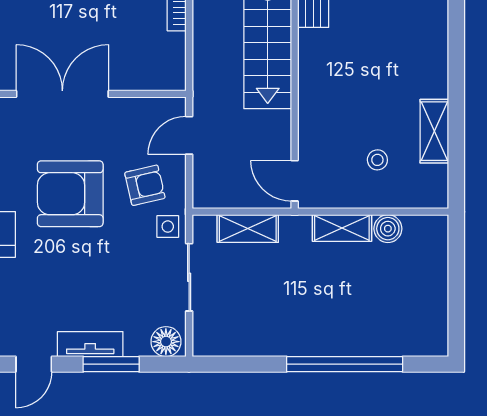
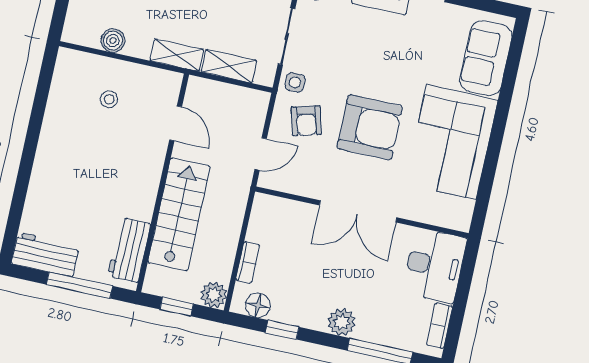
shelving: (434, 131) -> (57, 113), removed
door: (295, 181) -> (176, 123), moved
armchair: (145, 185) -> (306, 121), turned -92
shelving: (342, 228) -> (177, 55), moved

